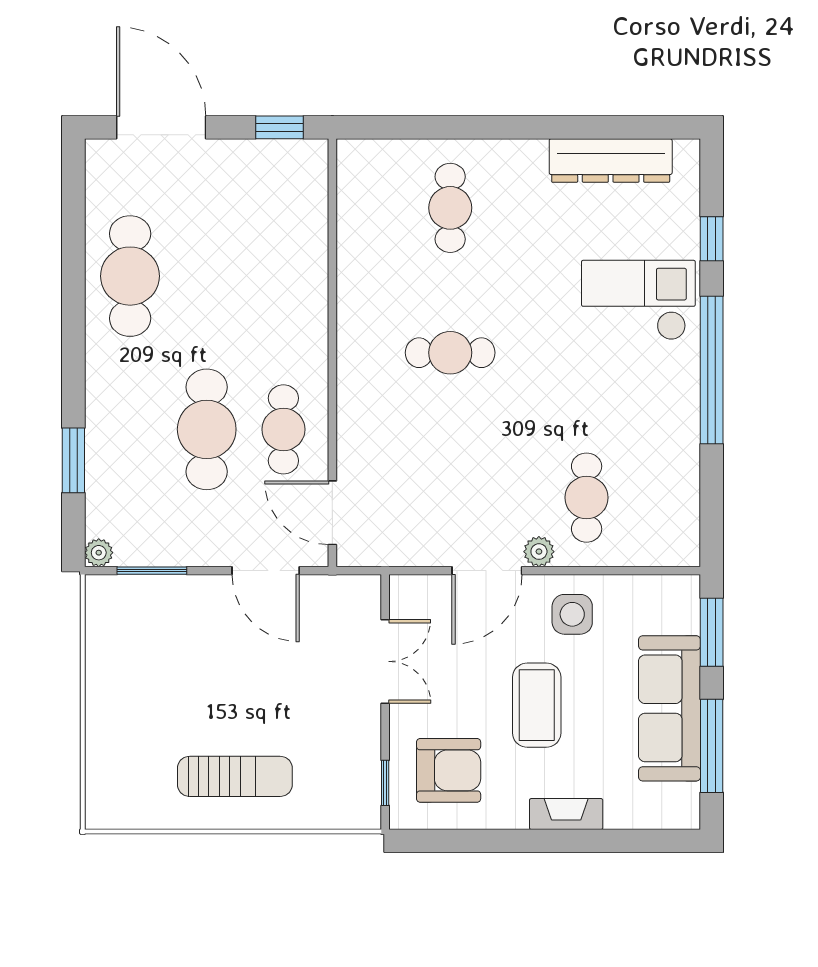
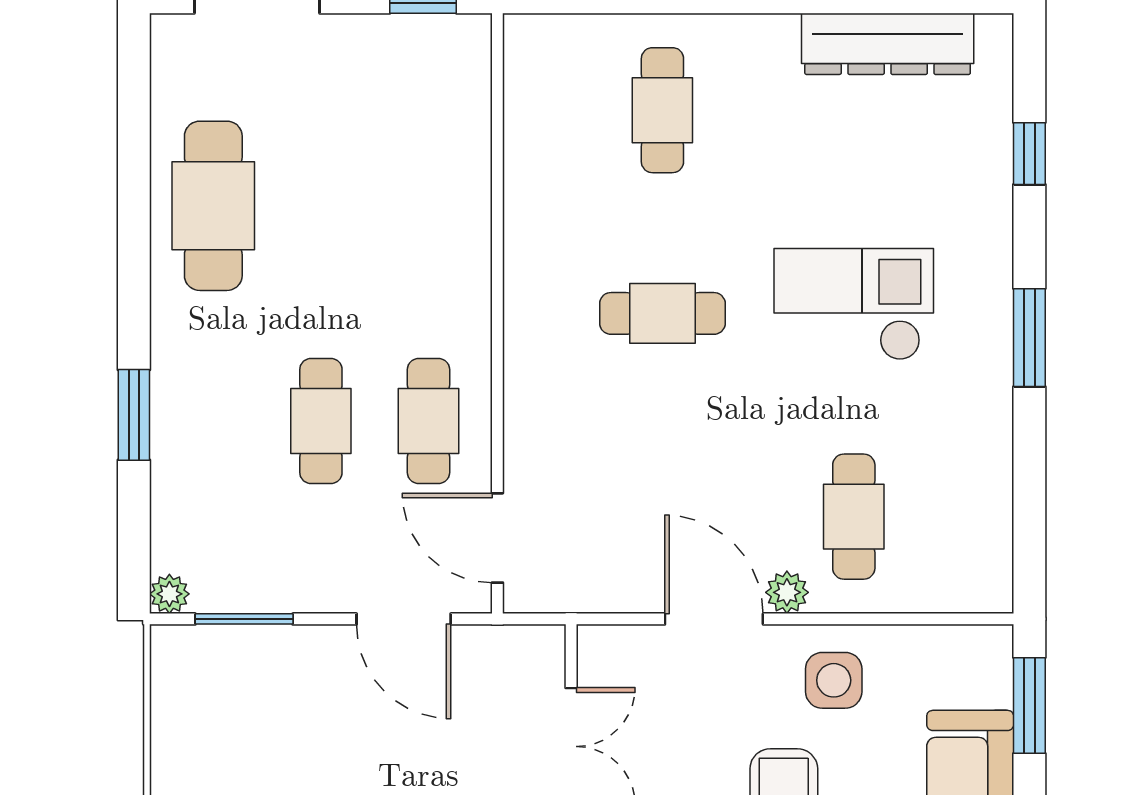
checkout: (638, 300) -> (854, 304), moved
window: (712, 370) -> (1029, 338), width x0.47
cafe table: (207, 429) -> (321, 421), width x0.73, depth x0.74
window: (73, 460) -> (134, 415), moved
door: (487, 571) -> (714, 619), swing flipped

